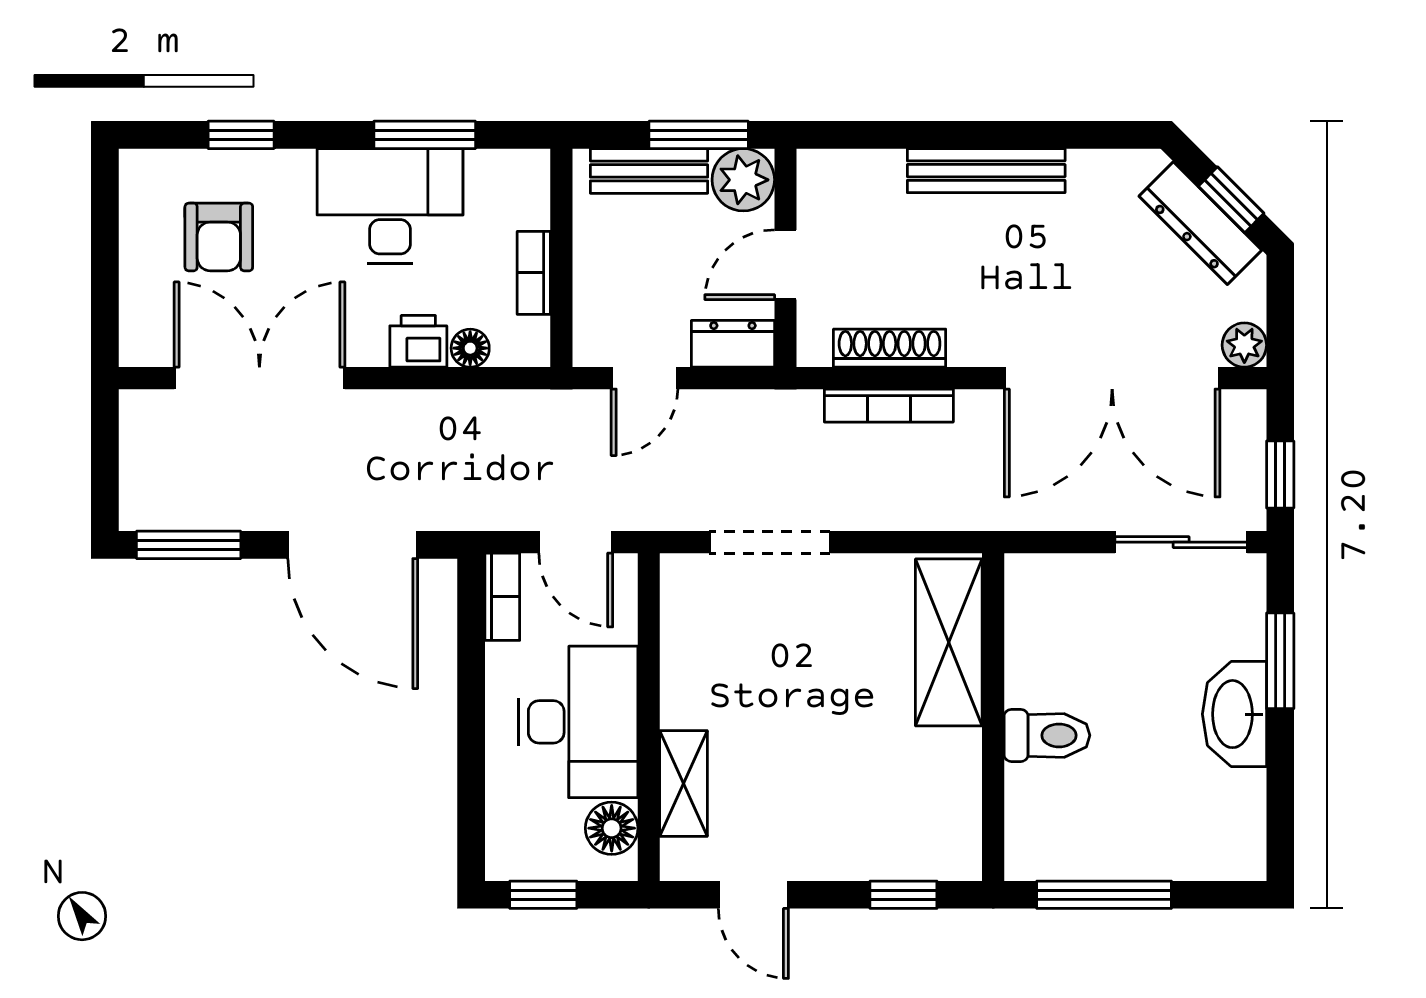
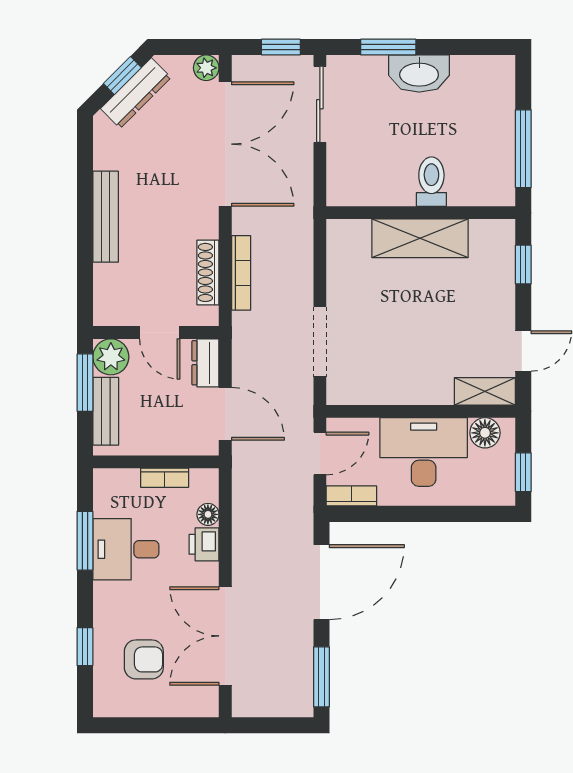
desk: (390, 206) -> (126, 549), width x0.73
door: (644, 378) -> (225, 414), width x1.38
shelving: (949, 642) -> (420, 238), moved
shelving: (684, 783) -> (485, 391), moved

